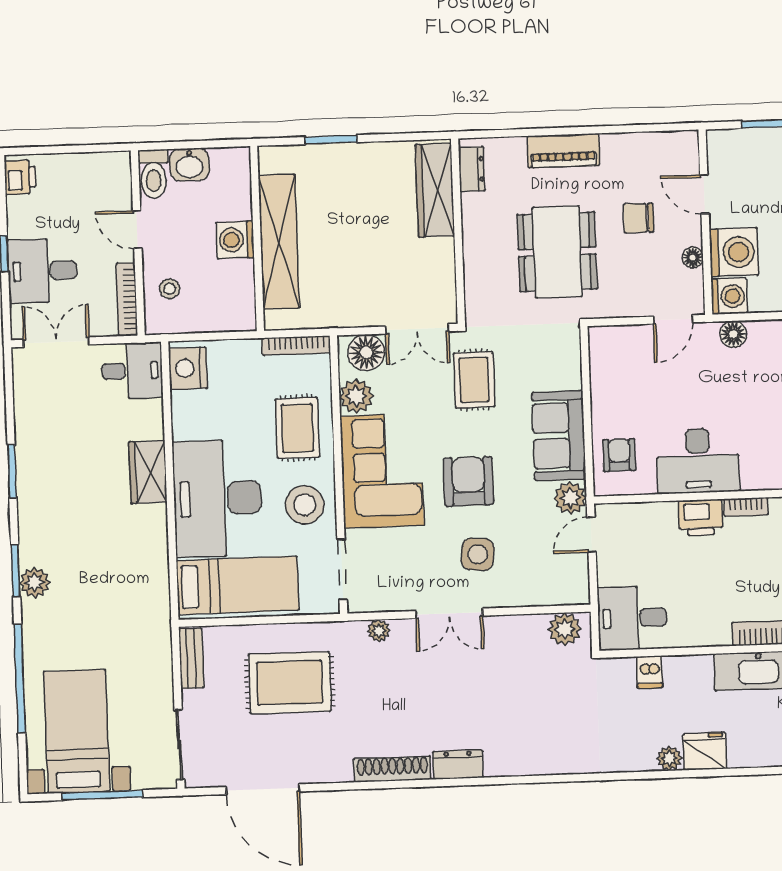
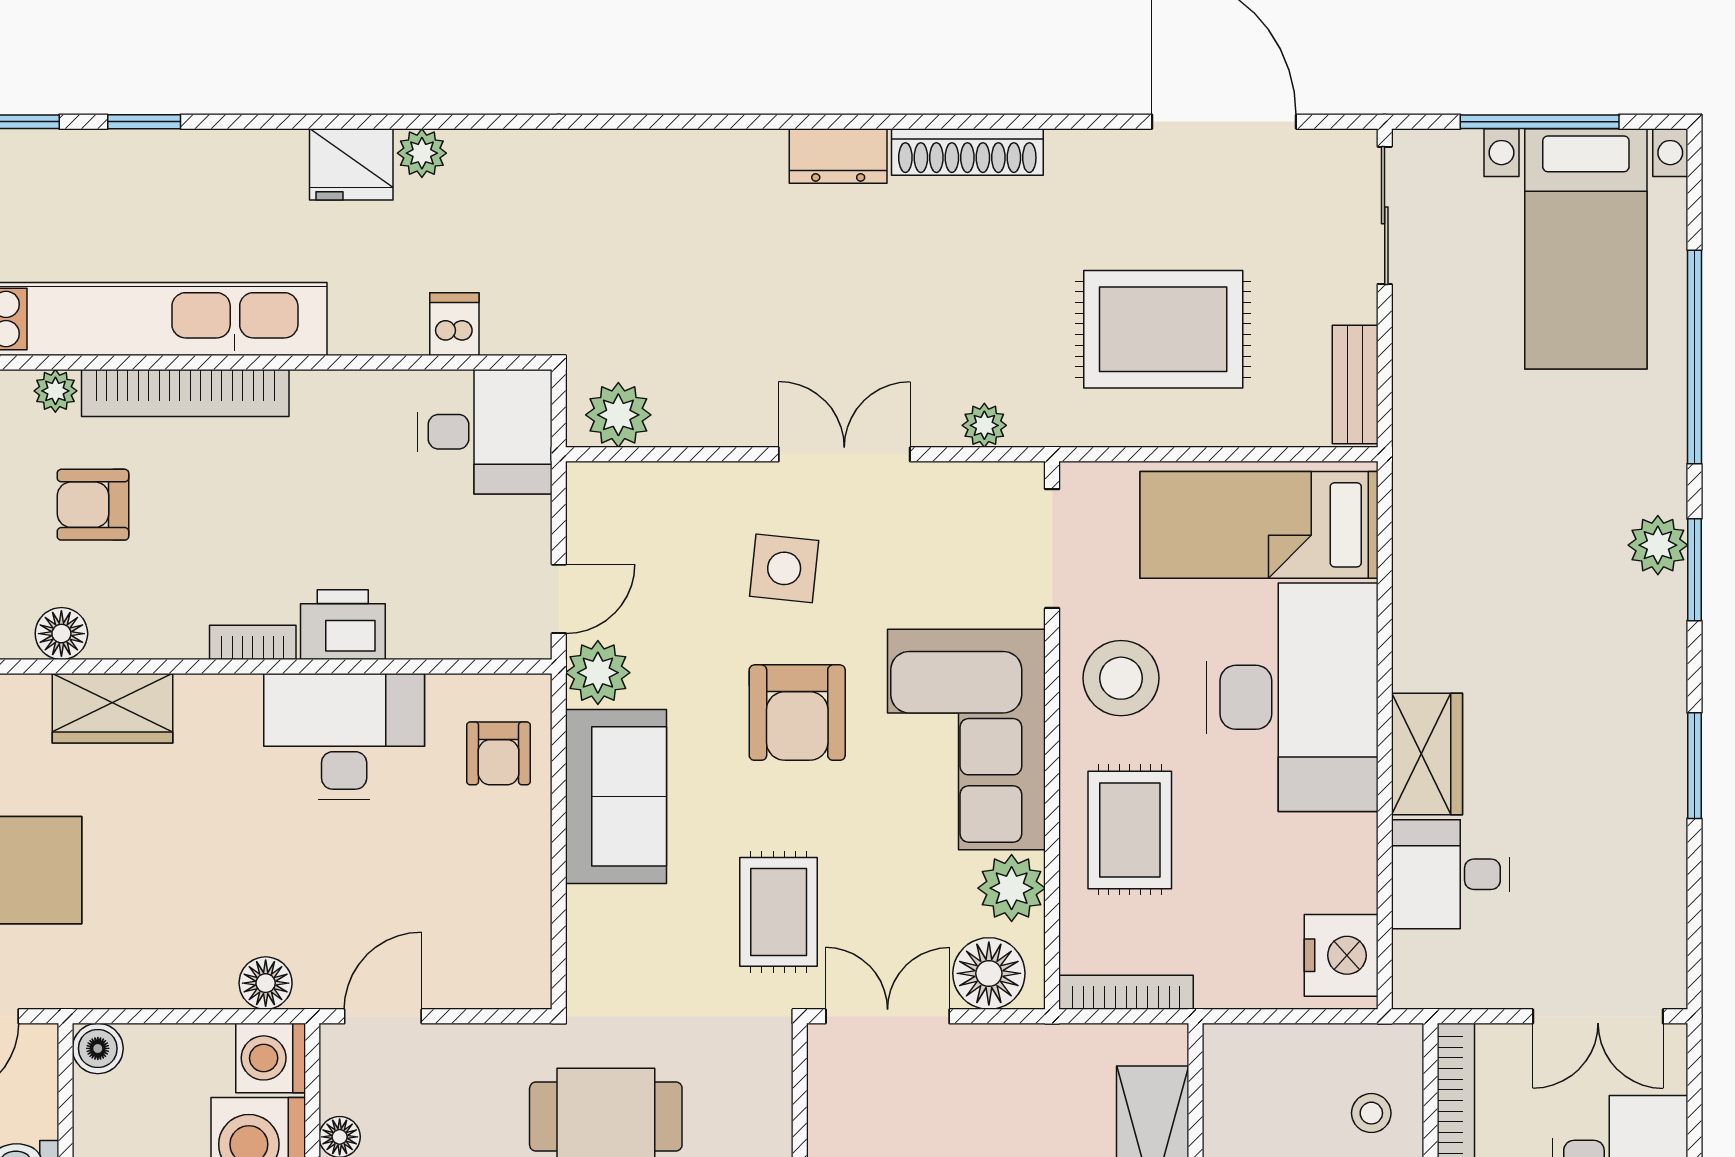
desk: (132, 371) -> (1451, 874), moved

